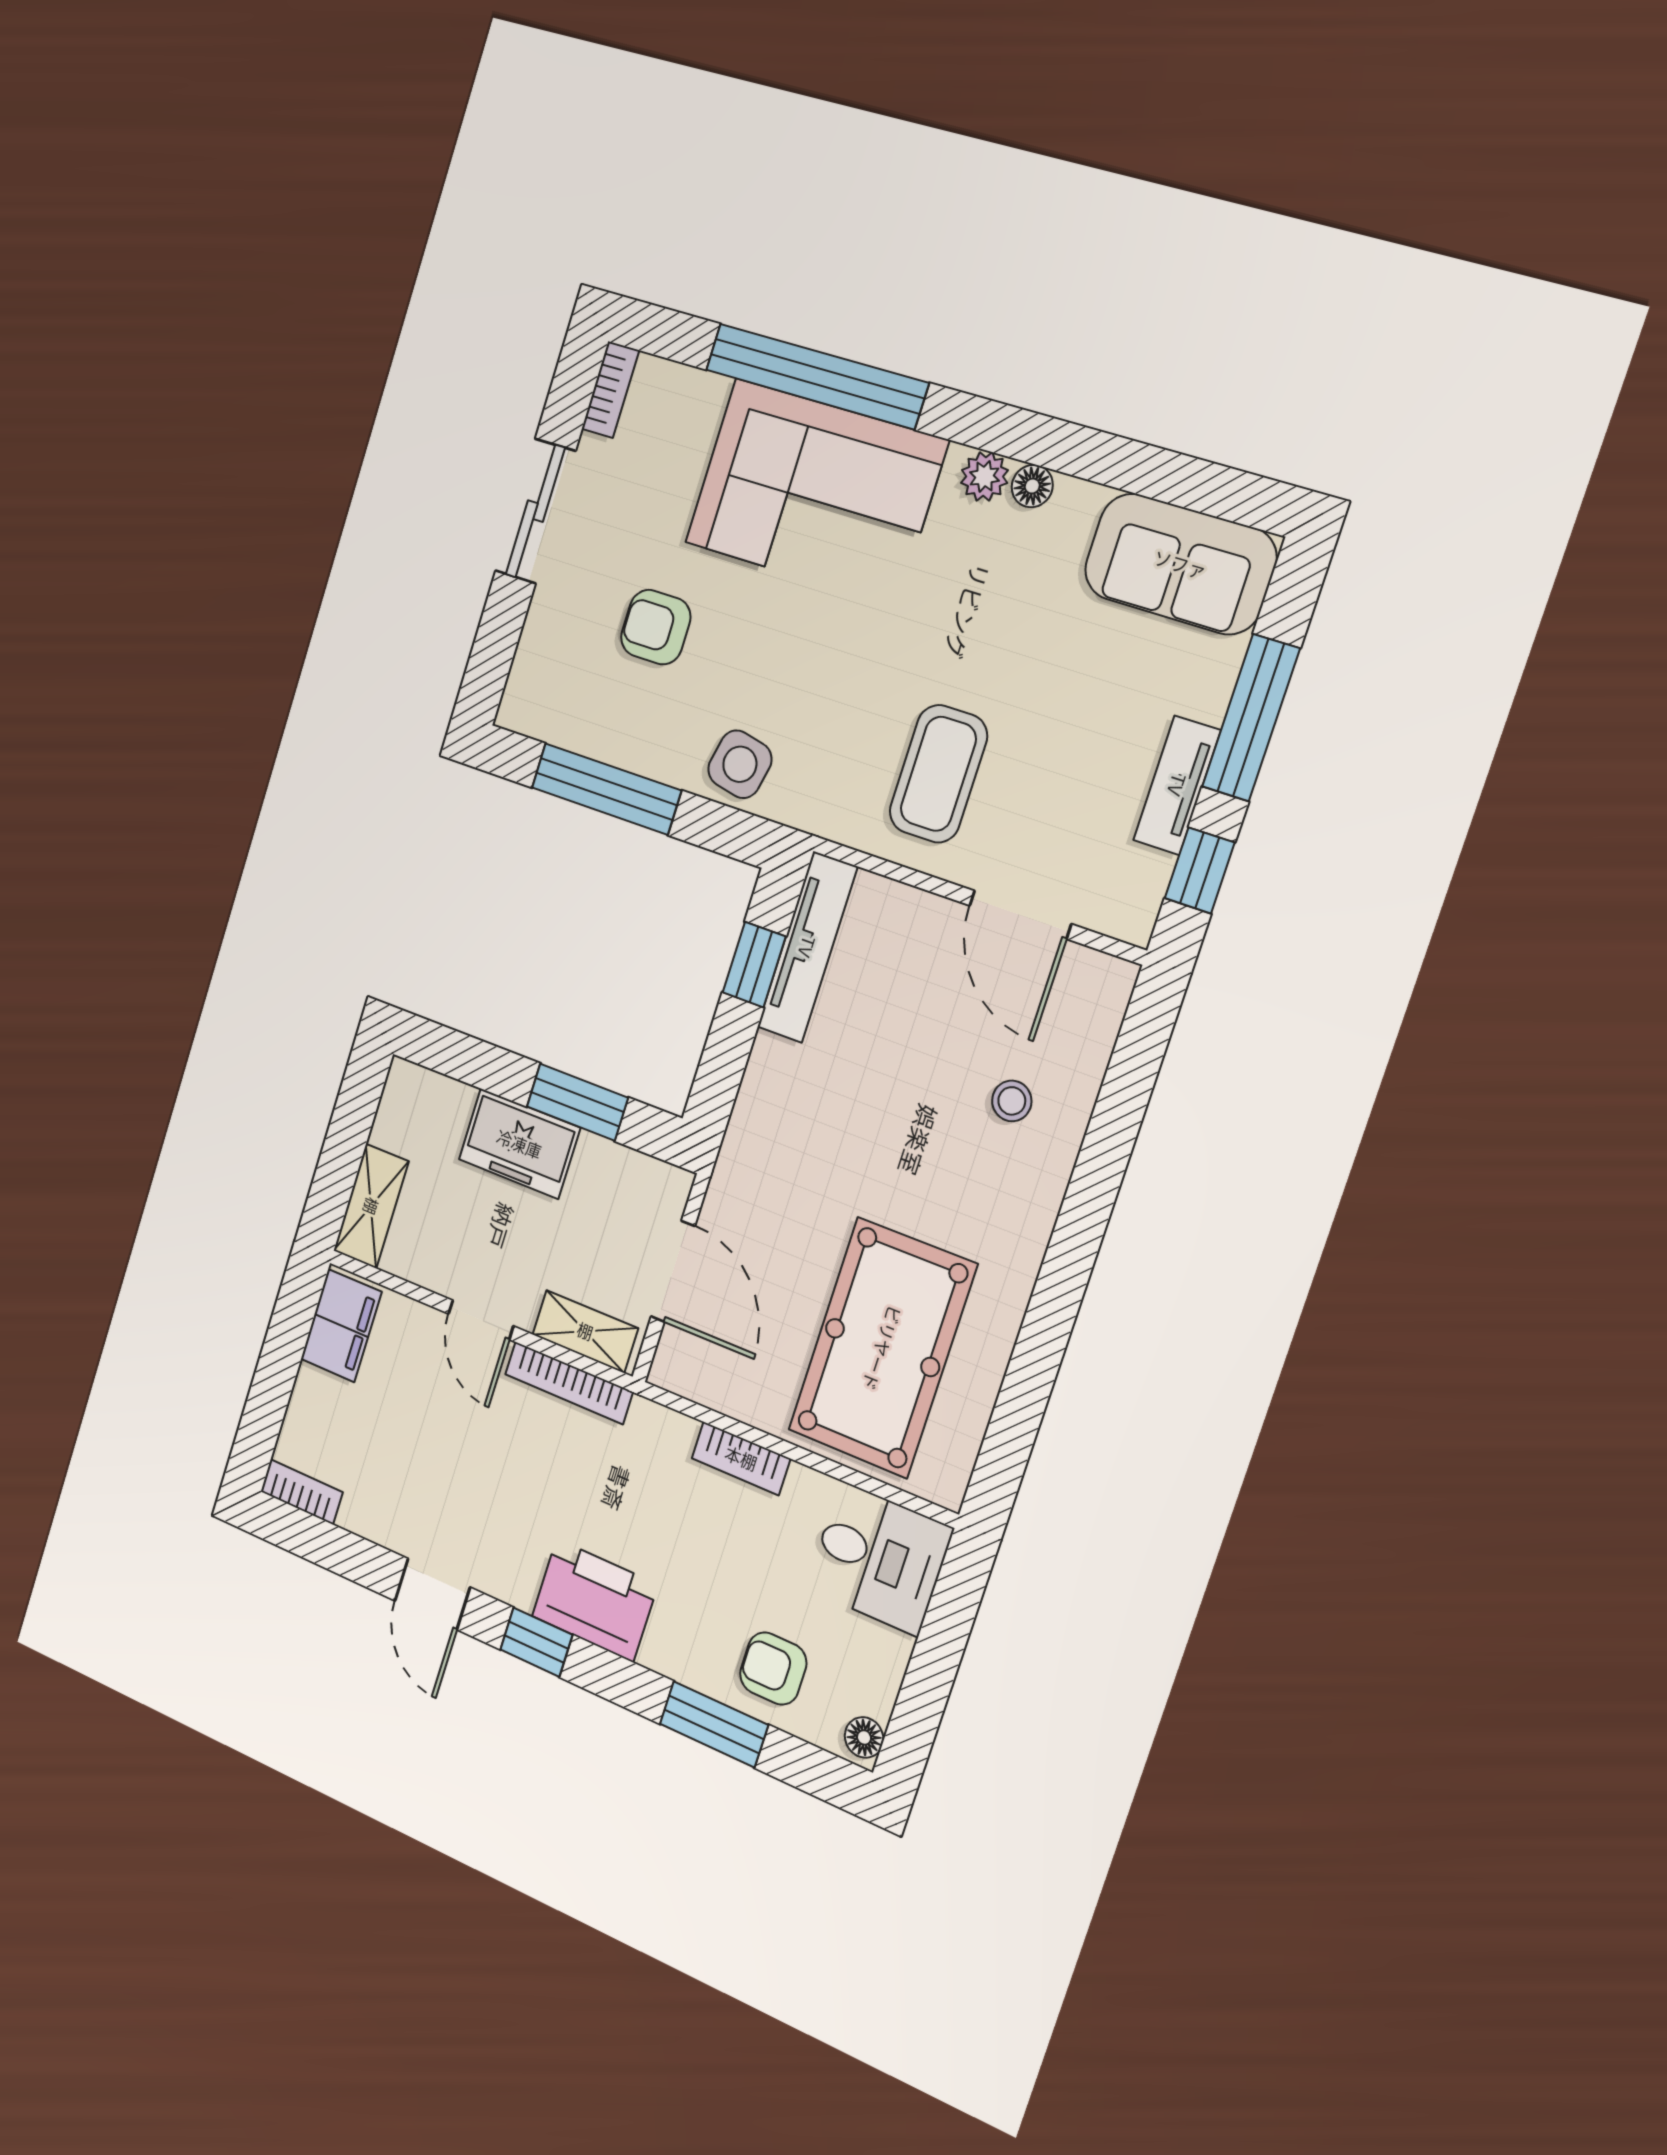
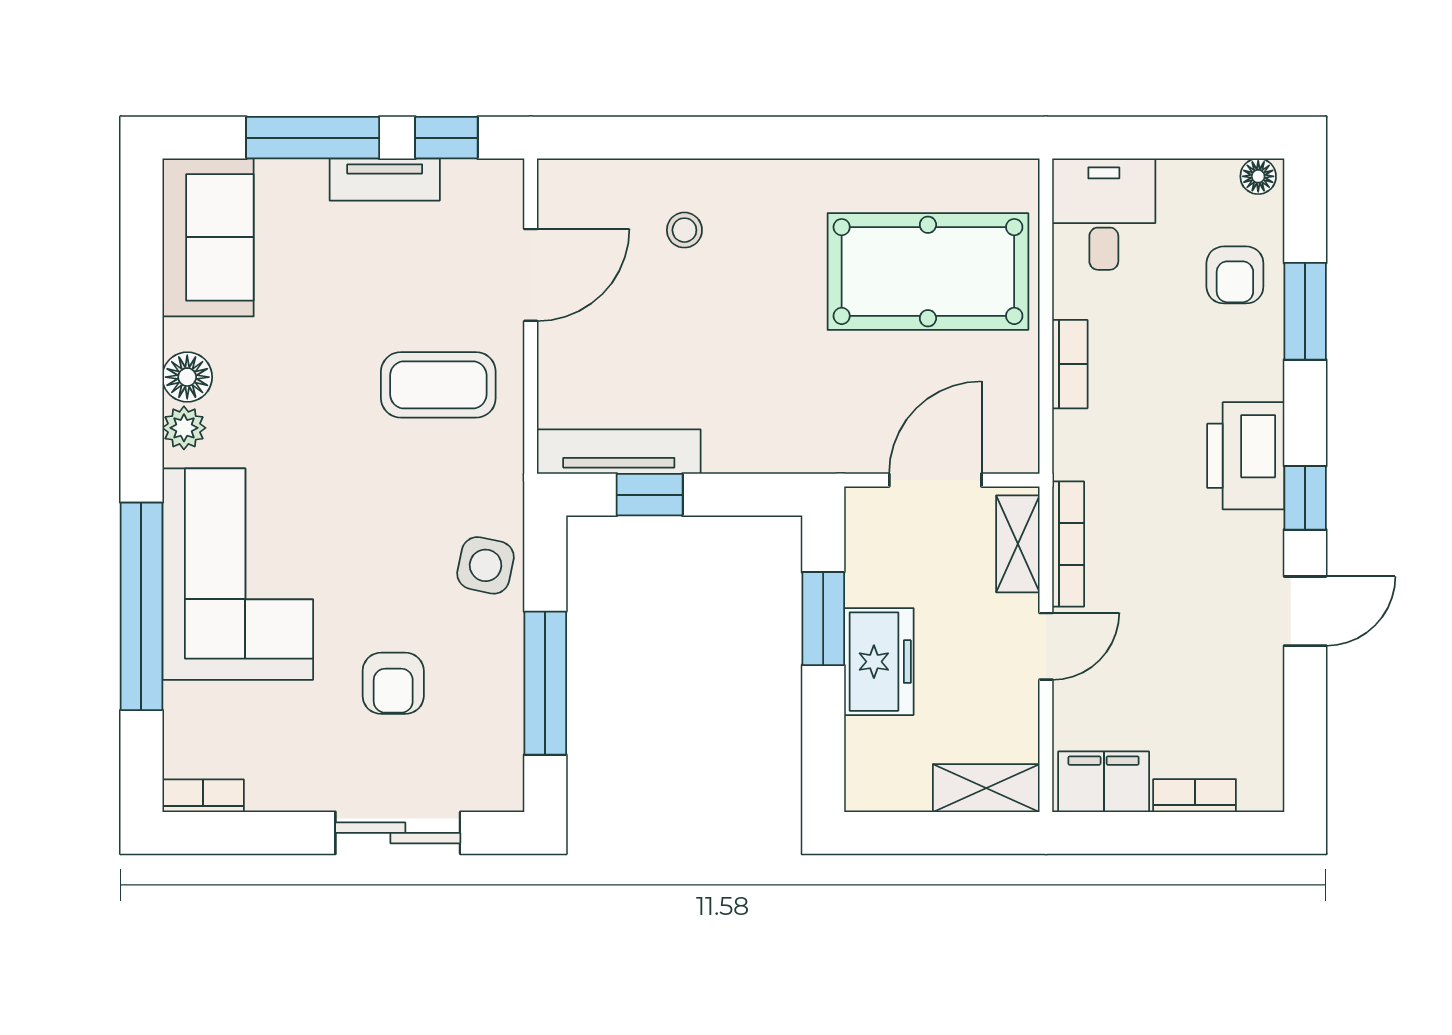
floor lamp: (1032, 486) -> (187, 377), width x1.37, depth x1.37
sliding door: (535, 511) -> (398, 833), moved
bookcase: (302, 1492) -> (1195, 796), moved, turned 90

